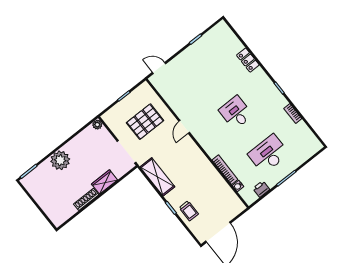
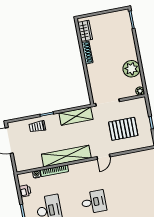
pallet: (145, 122) -> (123, 129), turned 90
door: (184, 127) -> (103, 157), swing flipped
plant: (60, 160) -> (131, 69), moved
shelving: (203, 165) -> (66, 156), added
wardrobe: (104, 182) -> (85, 31), moved

